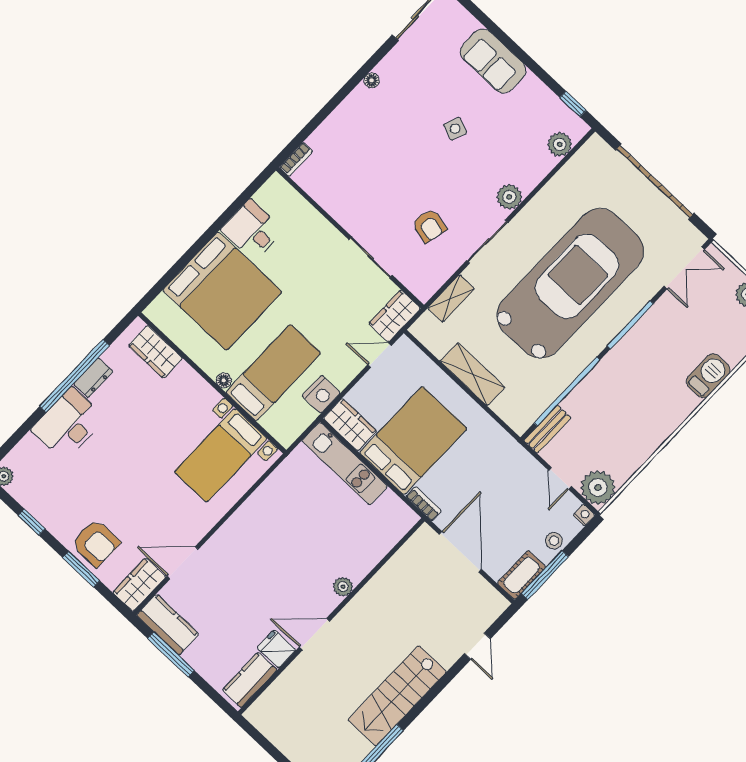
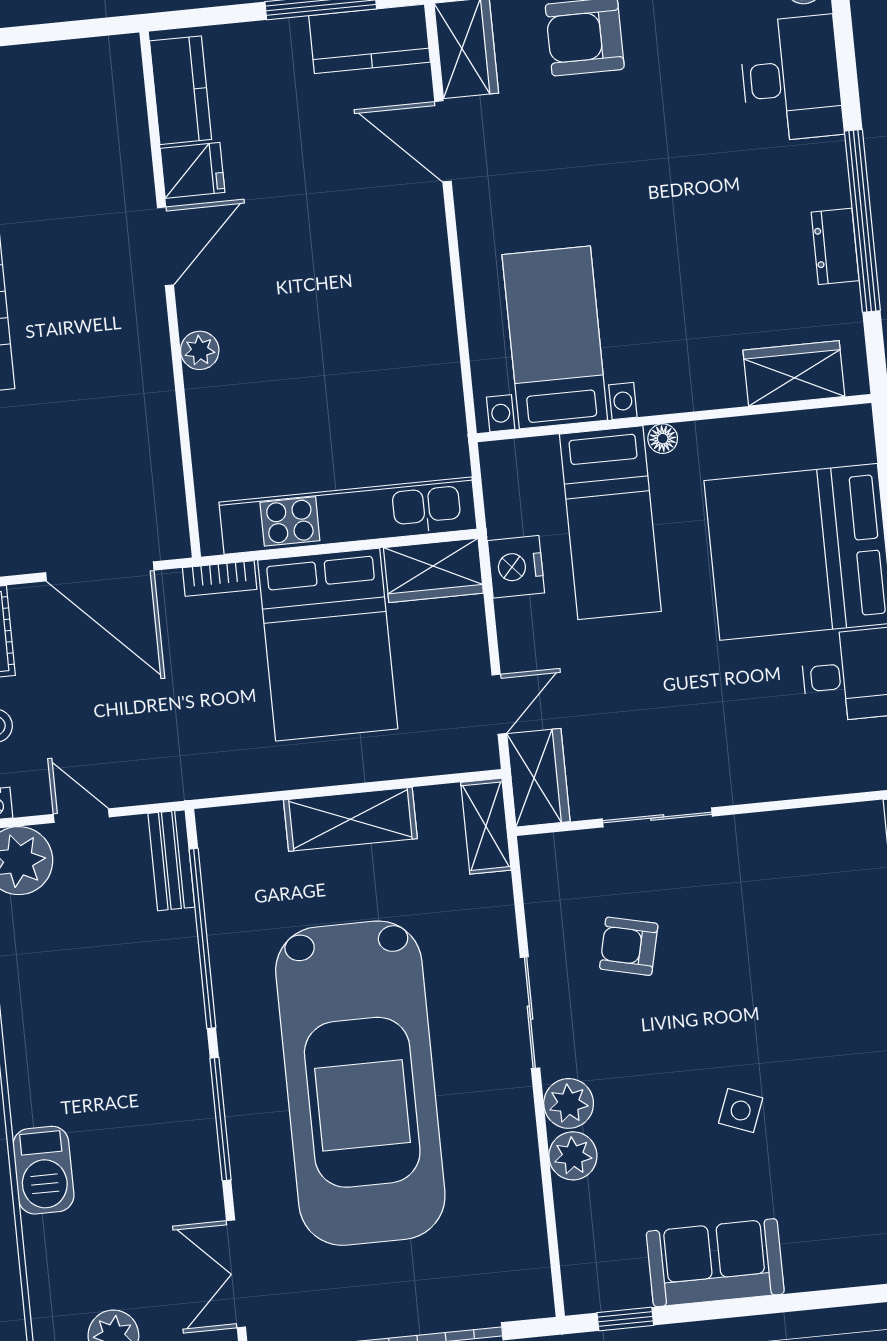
sofa: (493, 61) -> (715, 1263), moved
plant: (560, 144) -> (573, 1156), moved
shelving: (451, 298) -> (486, 826), moved
desk: (68, 424) -> (791, 79), moved
kitchen unit: (345, 464) -> (348, 516), width x1.36
door: (183, 563) -> (443, 141), swing flipped

